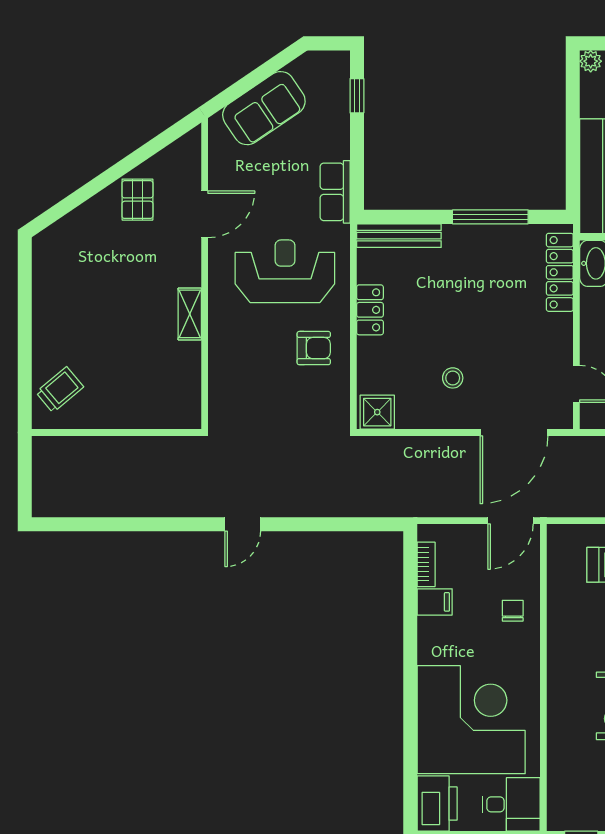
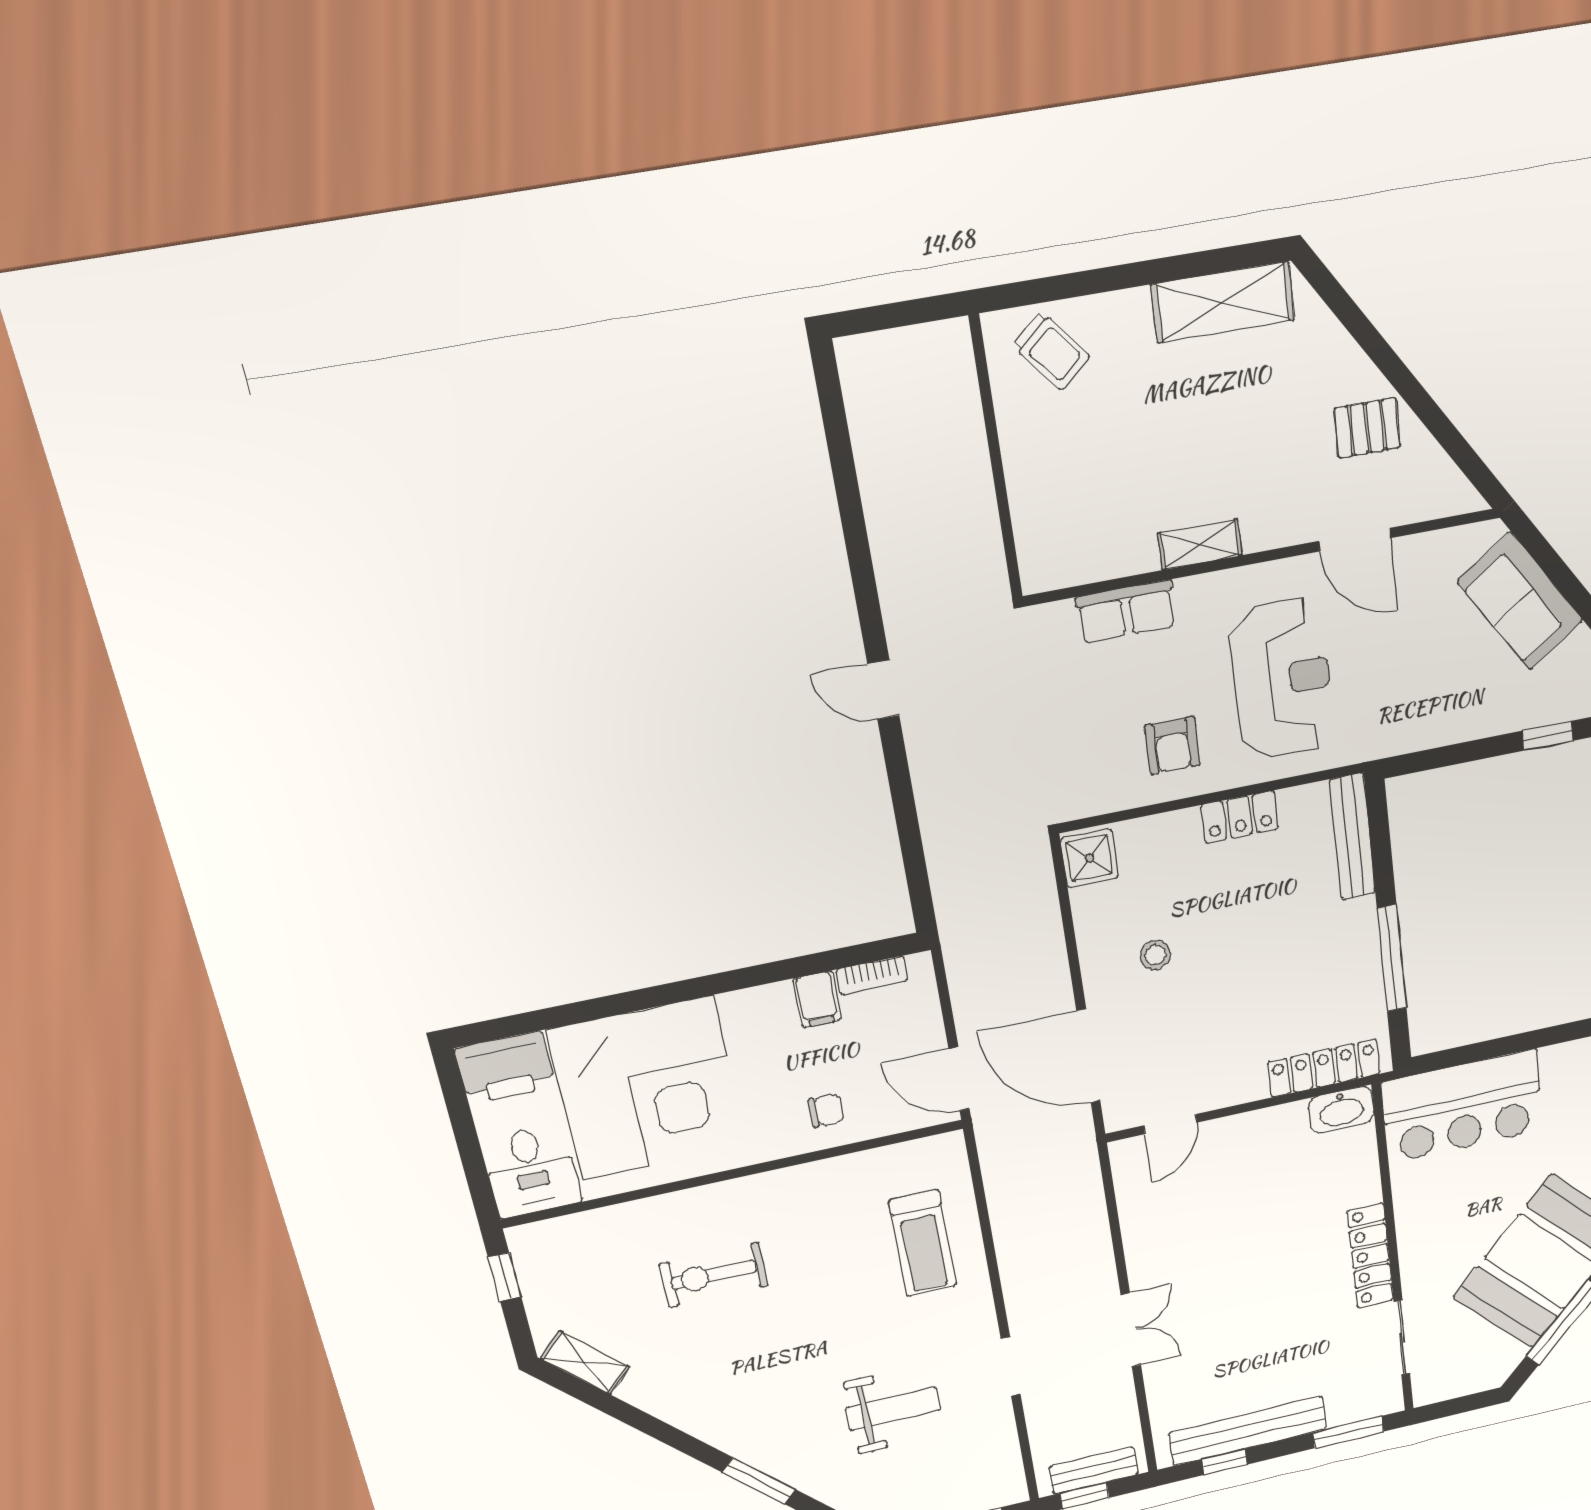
row of seats: (335, 192) -> (1126, 612), moved, turned 180
shelving: (49, 282) -> (1223, 302), added

